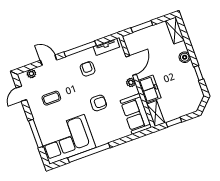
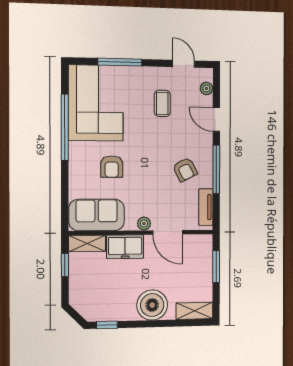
boiler: (185, 57) -> (152, 305), width x1.86, depth x1.86
door: (49, 60) -> (216, 120), swing flipped
armchair: (88, 69) -> (185, 169), turned 63
window: (199, 73) -> (107, 325), moved
armchair: (98, 103) -> (112, 167), moved

